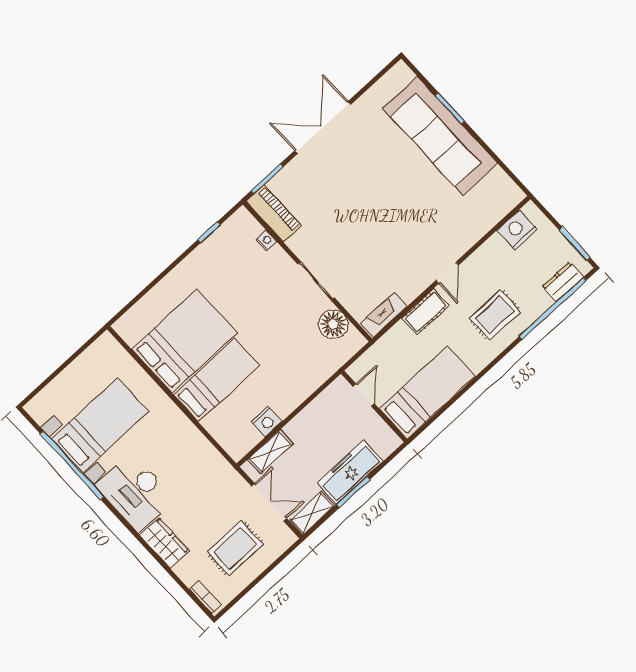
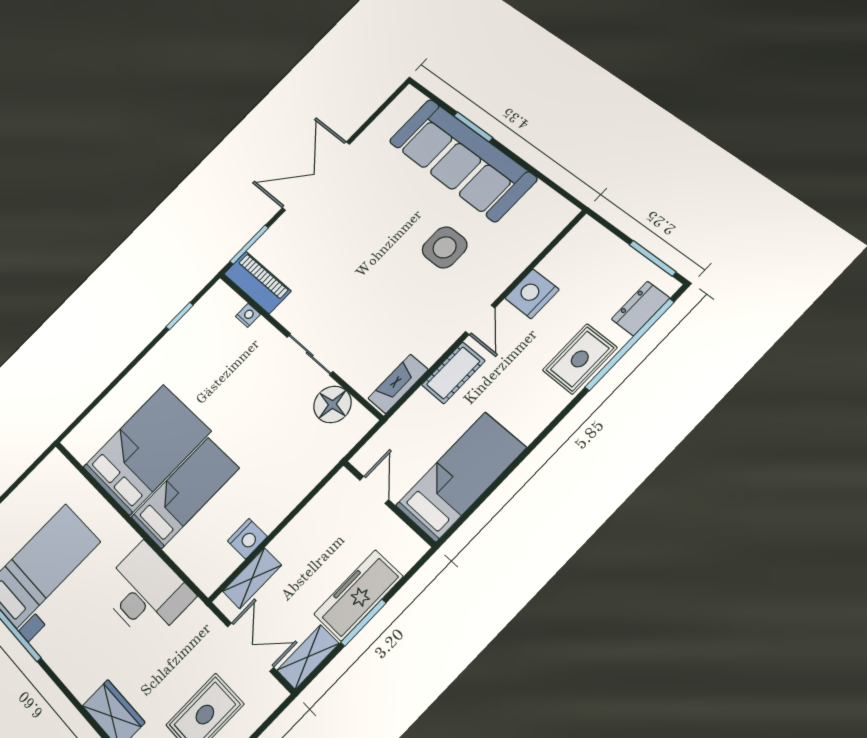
side table: (423, 209) -> (445, 247), added
nightstand: (517, 230) -> (532, 294), moved
rug: (495, 315) -> (580, 359), moved
desk: (135, 492) -> (146, 592), moved, turned 180

